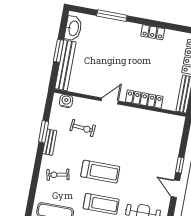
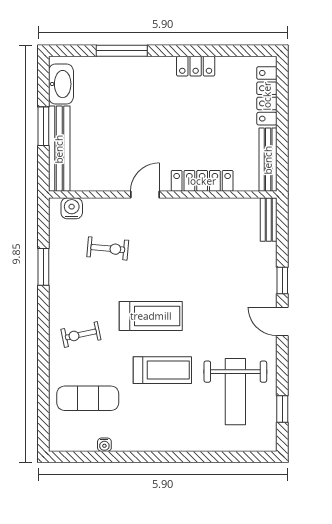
bench: (50, 142) -> (269, 220), moved

